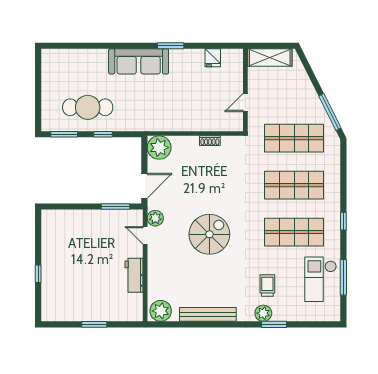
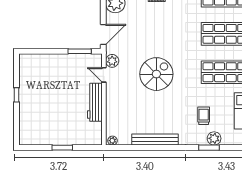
window: (38, 274) -> (17, 95), moved
workbench: (134, 275) -> (95, 102), width x1.38
plant: (161, 311) -> (112, 141), width x0.53, depth x0.53
plant: (263, 313) -> (214, 138), moved

